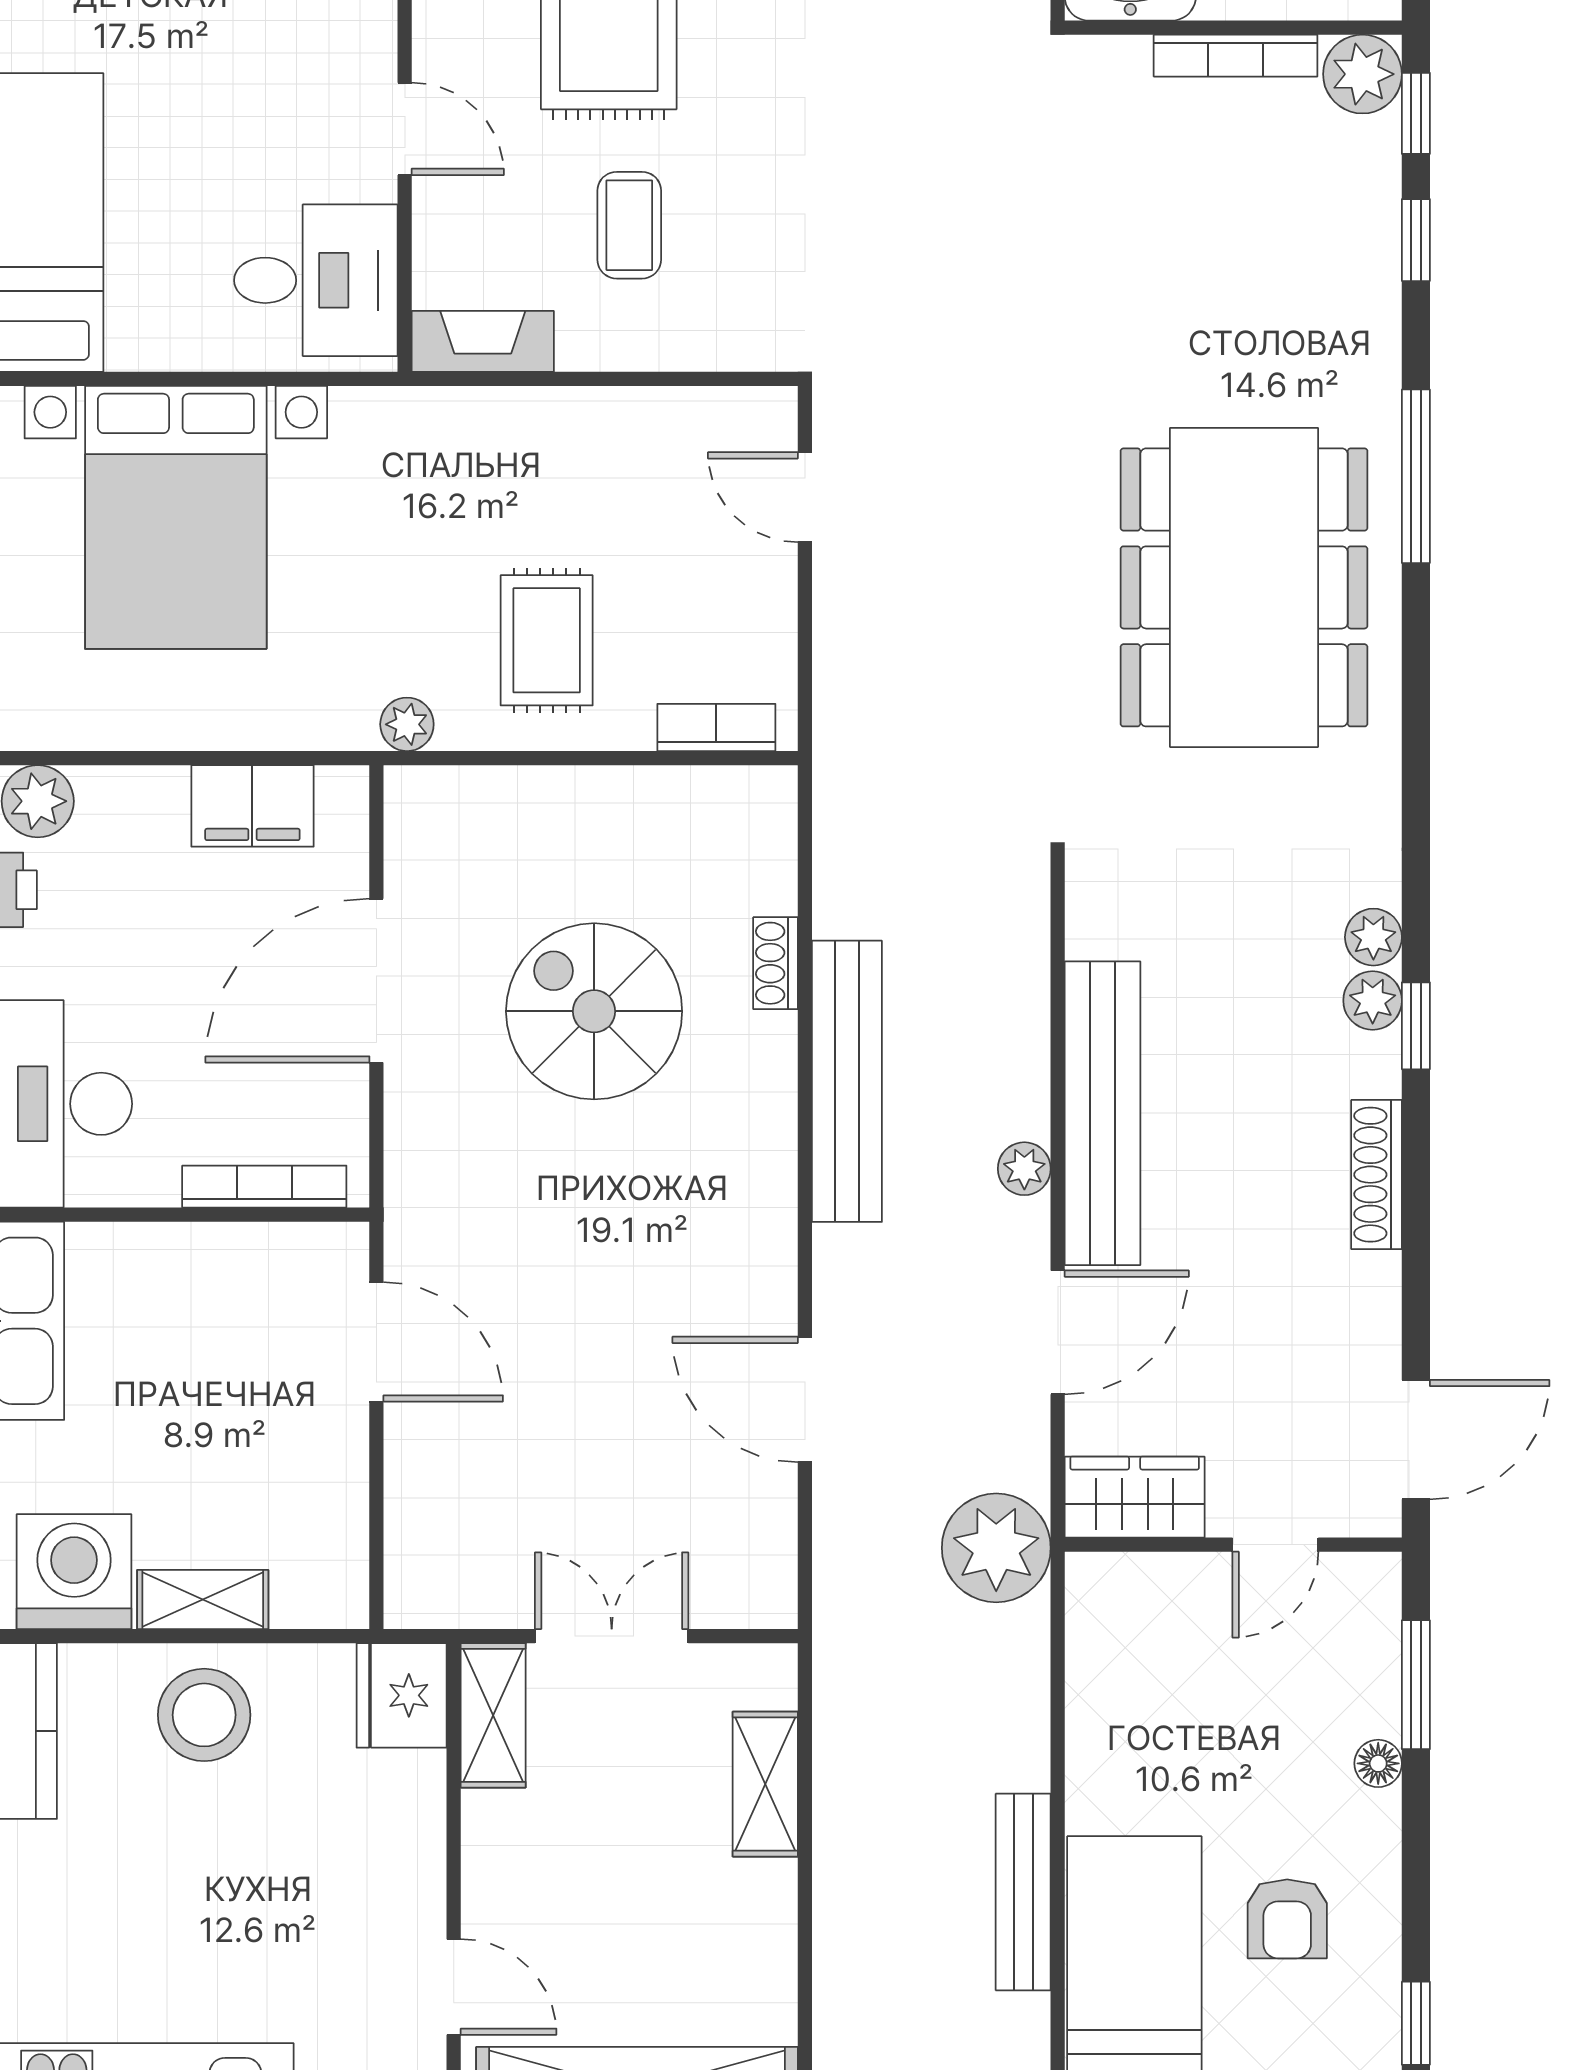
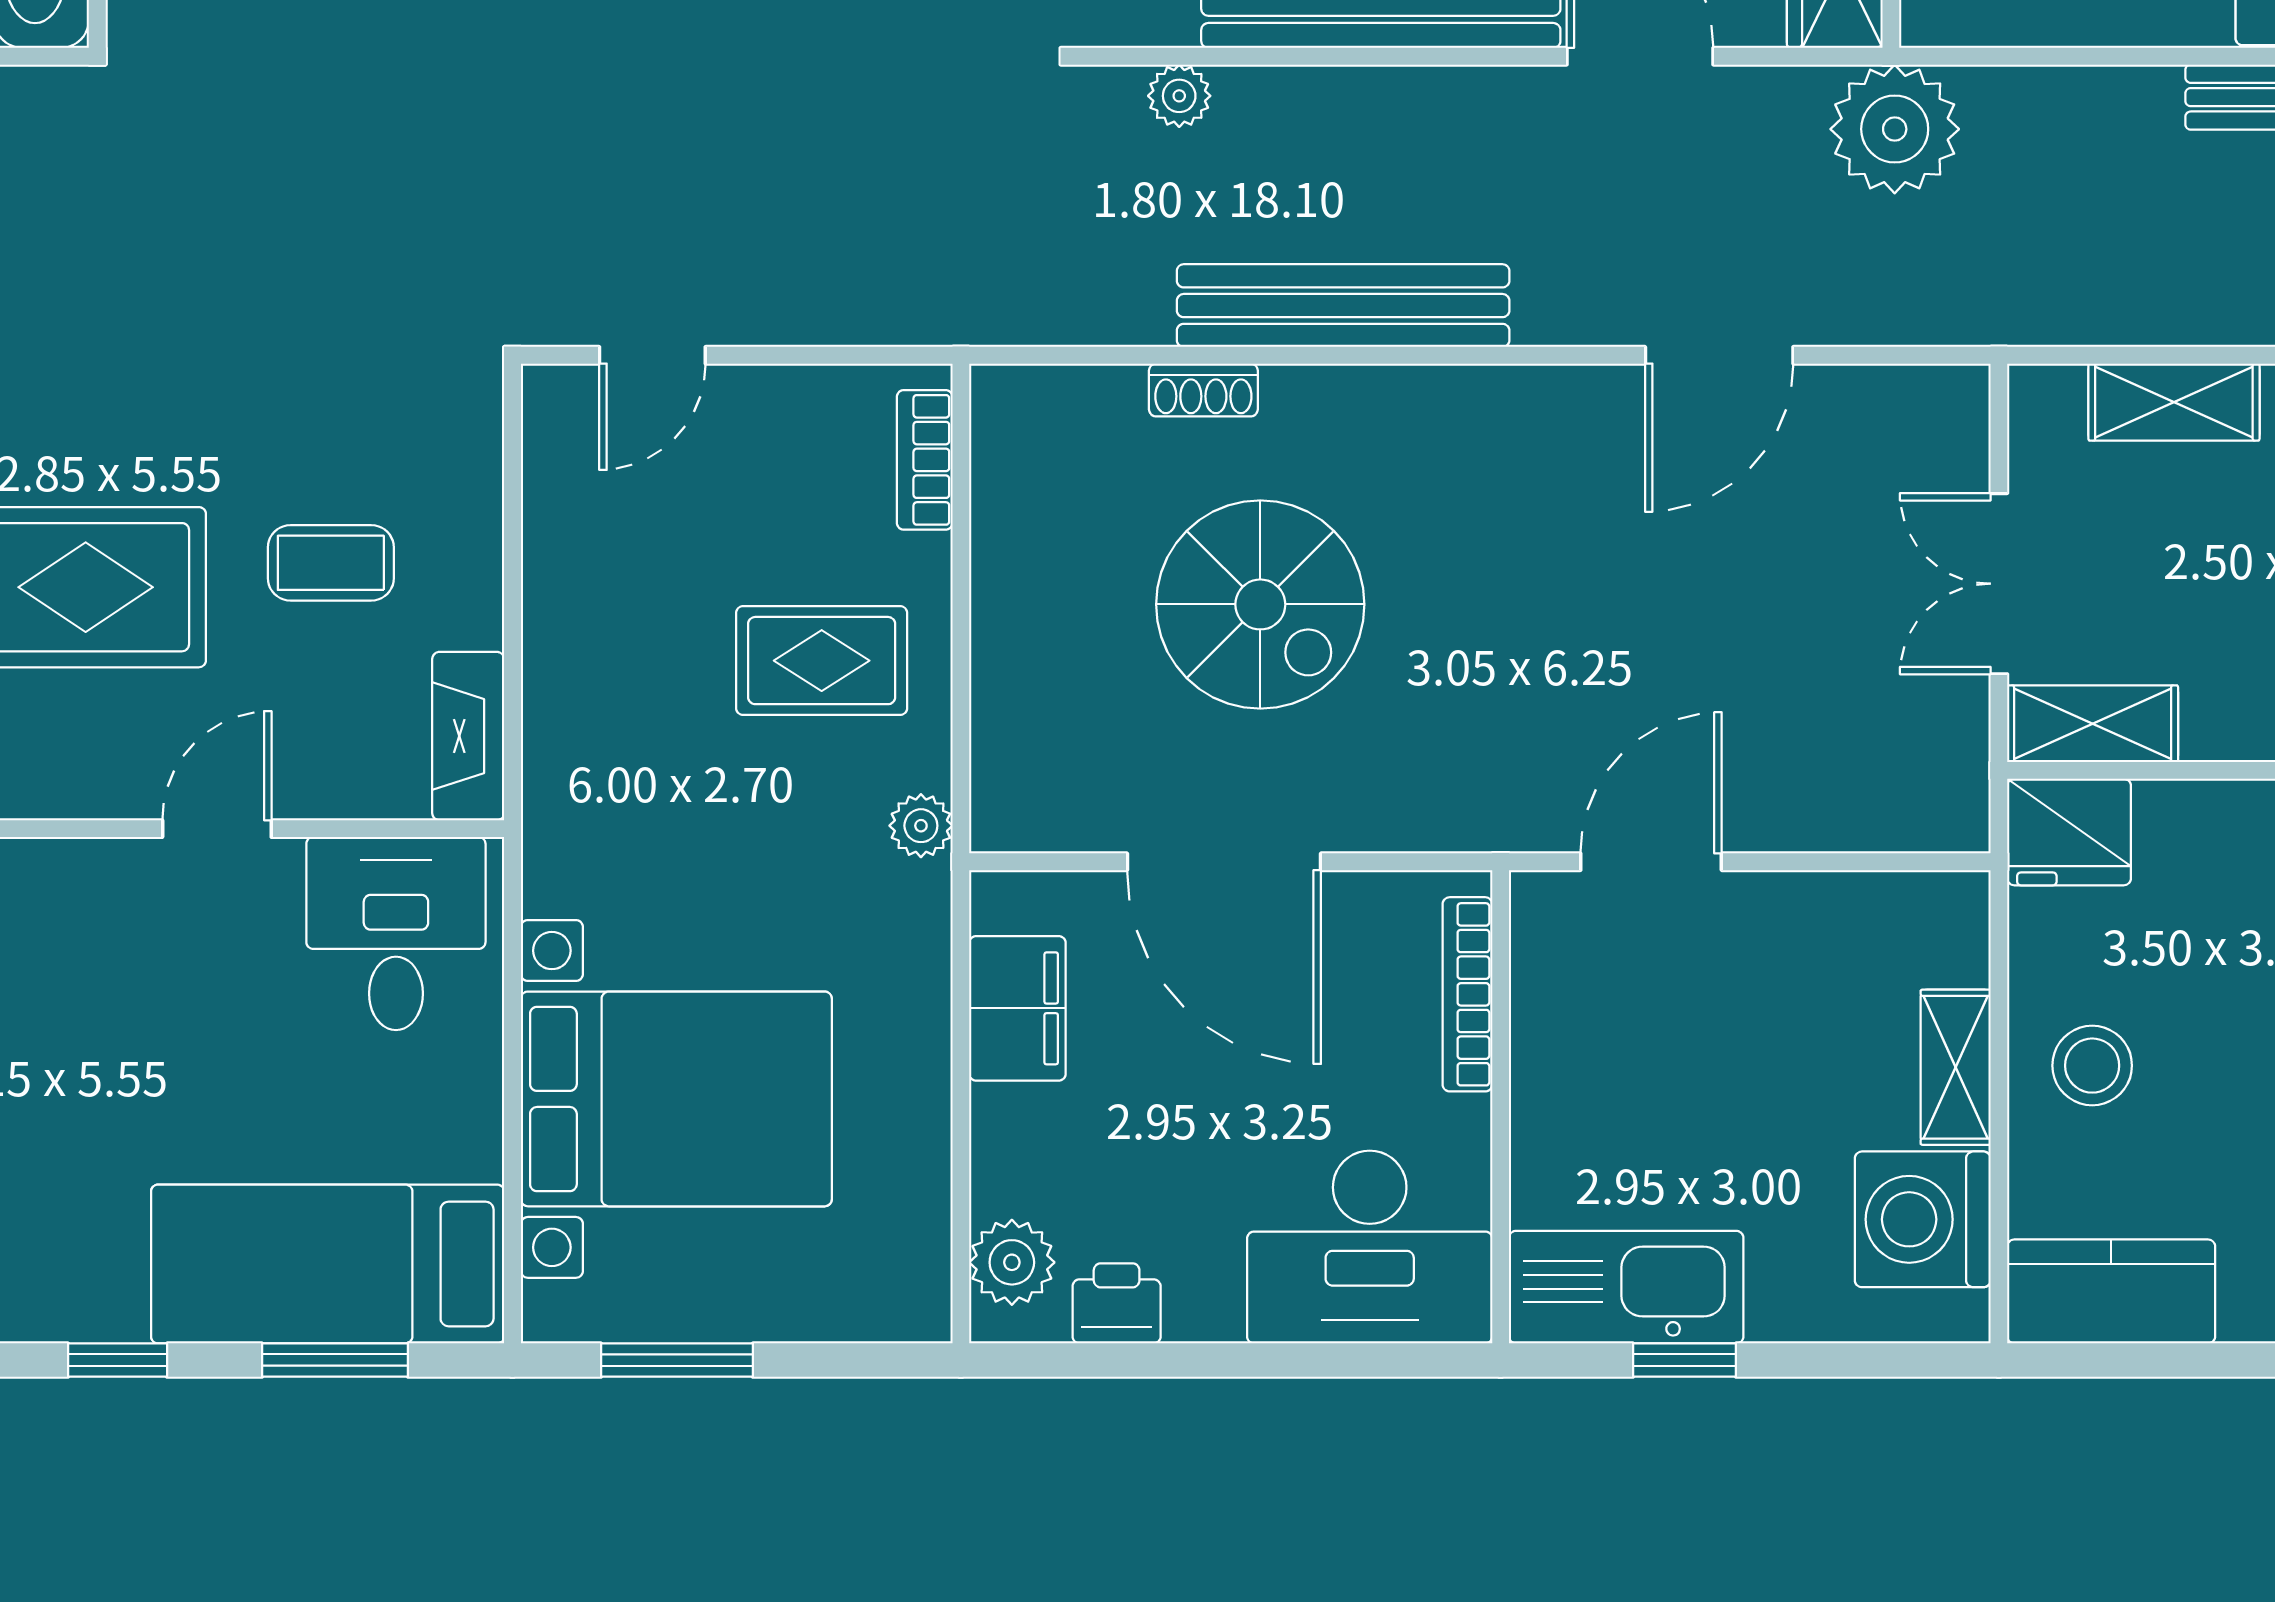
spiral stairs: (594, 1011) -> (1260, 604), turned -90
plant: (1024, 1169) -> (1179, 96), moved
stool: (204, 1715) -> (2092, 1066), width x0.73, depth x0.73

